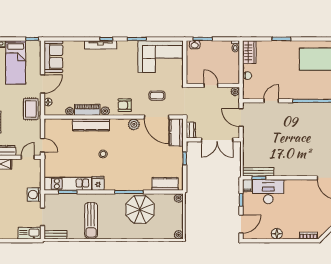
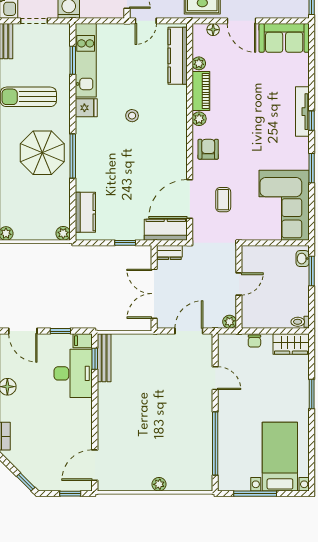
plant: (134, 124) -> (178, 164), removed
kitchen counter: (91, 125) -> (178, 56), moved
parasol: (140, 210) -> (42, 153), moved

